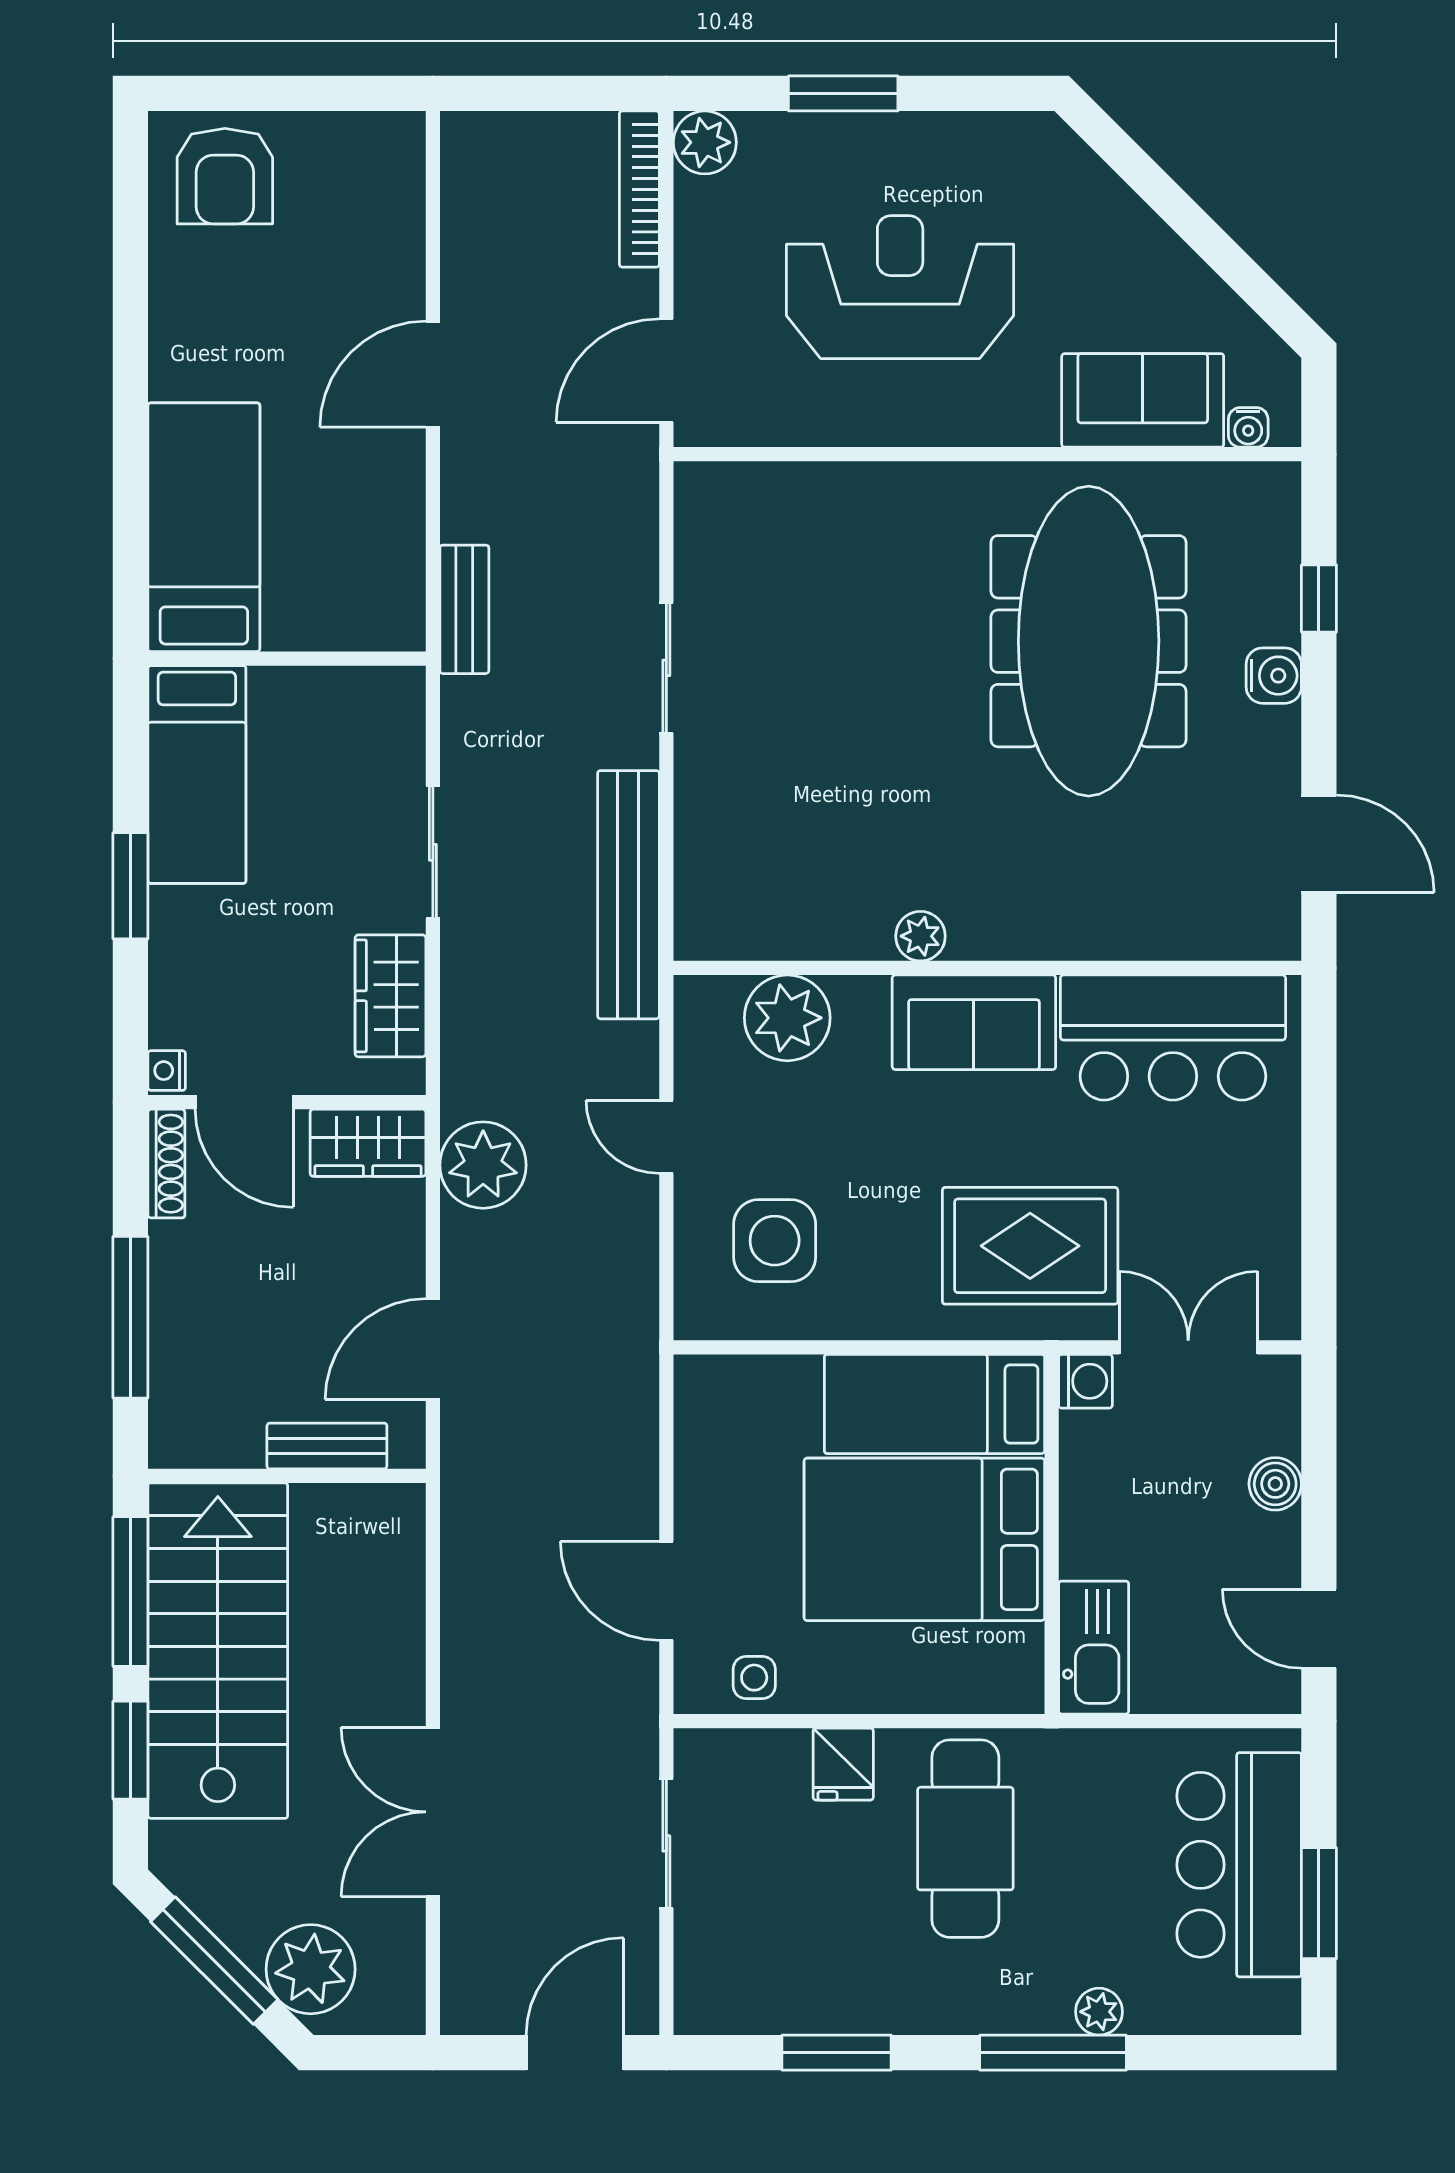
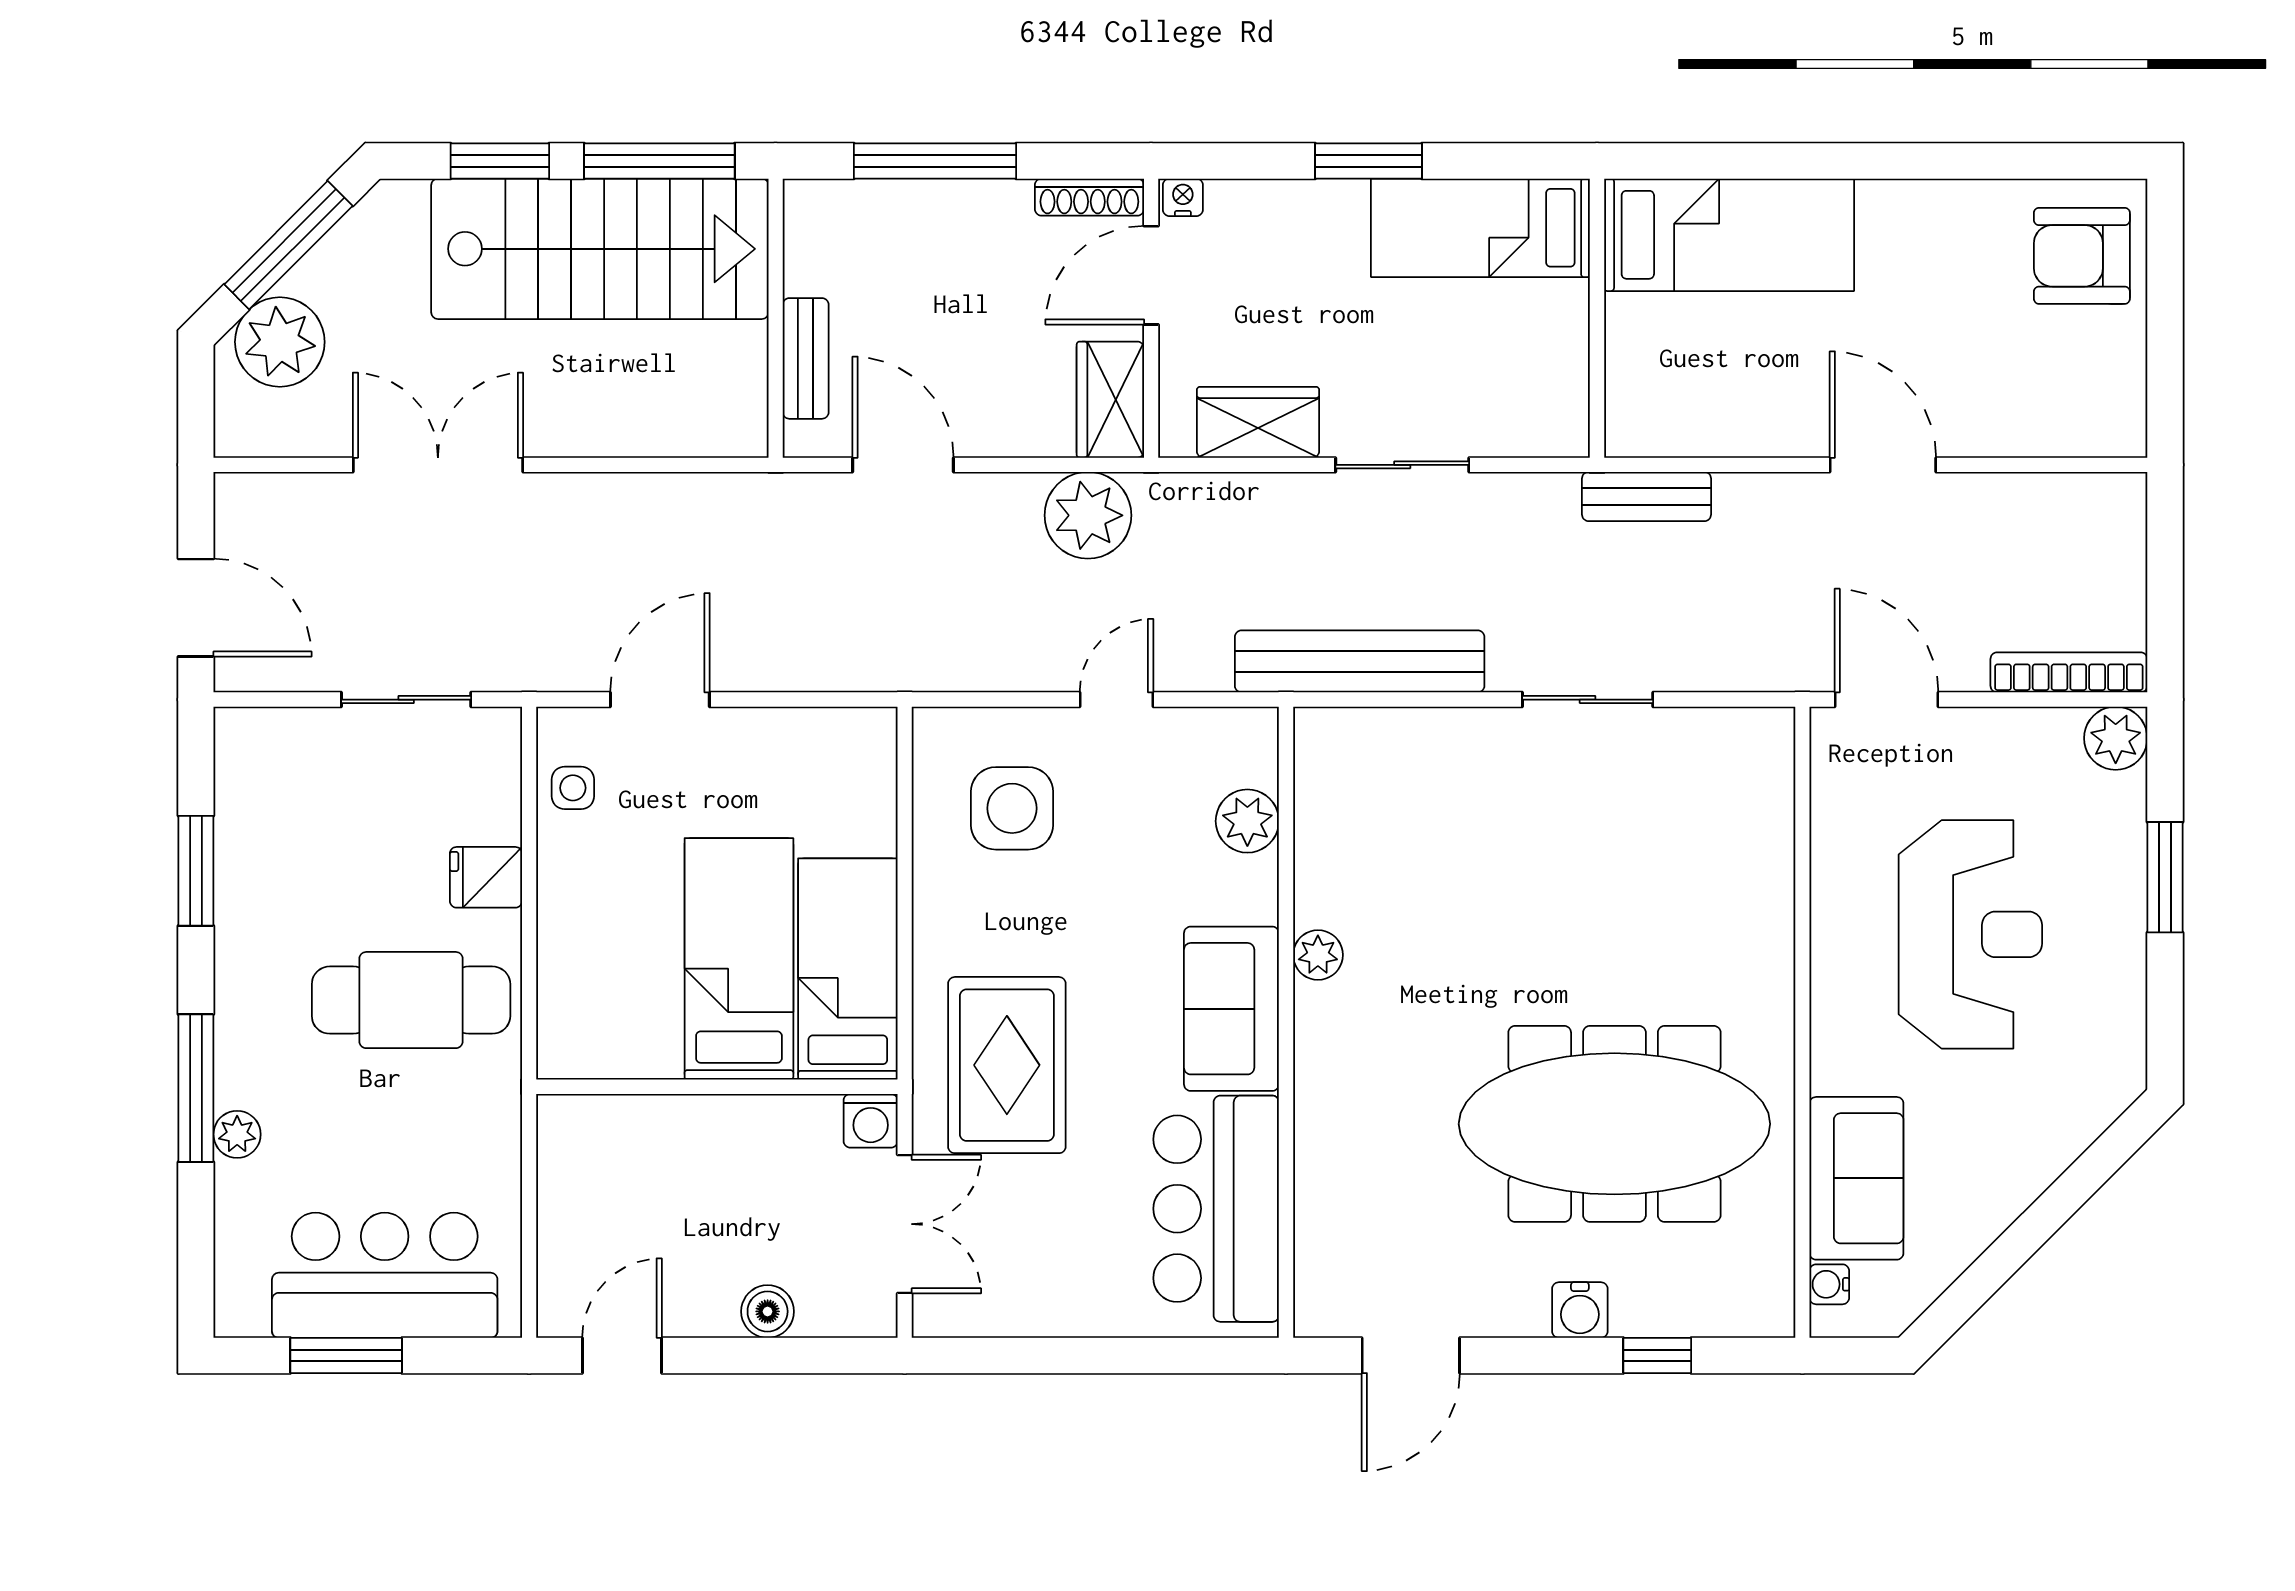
plant: (787, 1018) -> (1247, 821), width x0.73, depth x0.73
bed: (924, 1539) -> (739, 959), width x0.67
kitchen sink: (1094, 1648) -> (603, 1129), removed

